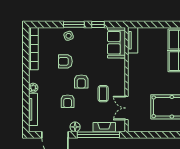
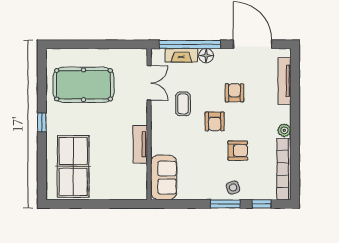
window: (98, 24) -> (262, 204), moved
tv unit: (133, 40) -> (140, 144), moved
armchair: (81, 81) -> (215, 121), turned 180
plant: (33, 88) -> (284, 130), moved
floor lamp: (75, 127) -> (206, 56), moved

